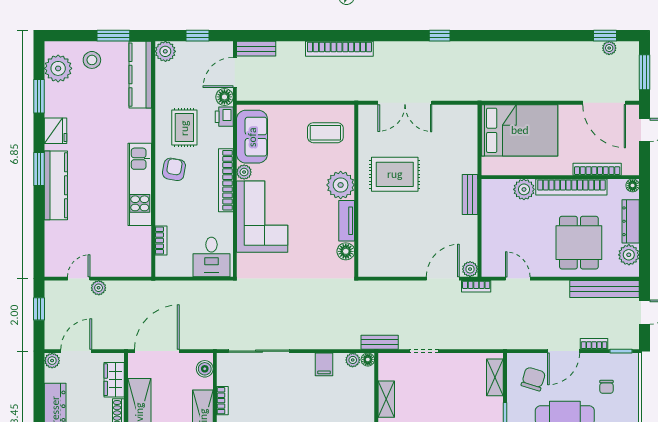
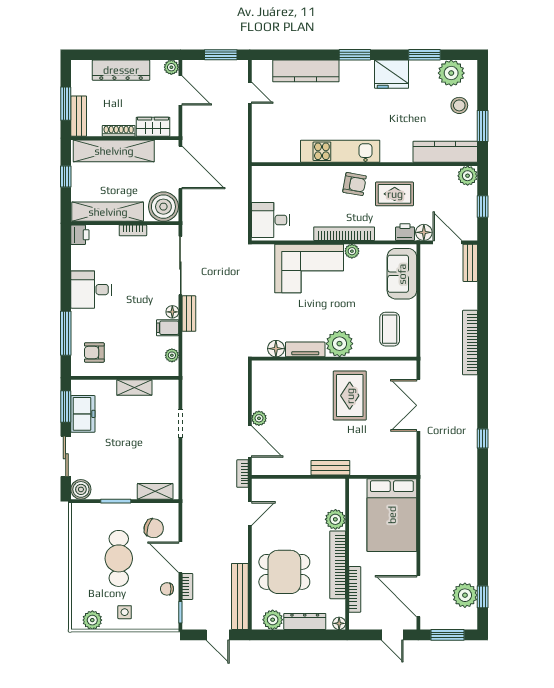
plant: (609, 48) -> (465, 595), width x1.87, depth x1.87
door: (604, 103) -> (418, 596), hinge flipped
fridge: (56, 131) -> (392, 74), width x1.36, depth x1.34
sofa: (252, 137) -> (402, 274), moved, turned 90
kitchen counter: (56, 185) -> (306, 71), moved
bookcase: (161, 241) -> (286, 172), removed
plant: (470, 269) -> (259, 418), moved
plant: (99, 288) -> (241, 112), removed
window: (39, 309) -> (221, 55), width x1.50
bench: (380, 342) -> (189, 314), moved
floor lamp: (368, 360) -> (172, 312), moved
boiler: (205, 369) -> (163, 207), width x1.86, depth x1.86
chair: (606, 387) -> (167, 589), moved
side table: (621, 409) -> (125, 612), added

